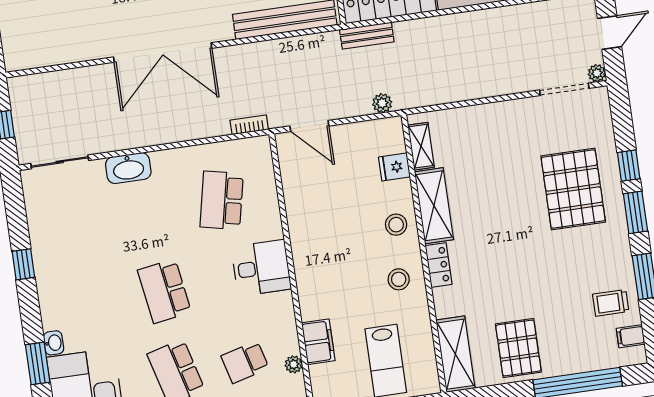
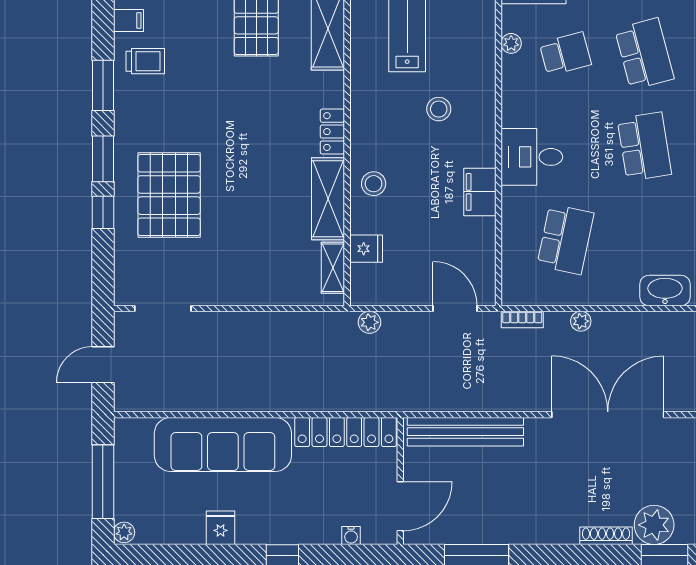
bench: (367, 36) -> (376, 401), removed
plant: (597, 73) -> (581, 321), moved
stool: (399, 279) -> (439, 109), moved
filing cabinet: (318, 342) -> (480, 192), moved

